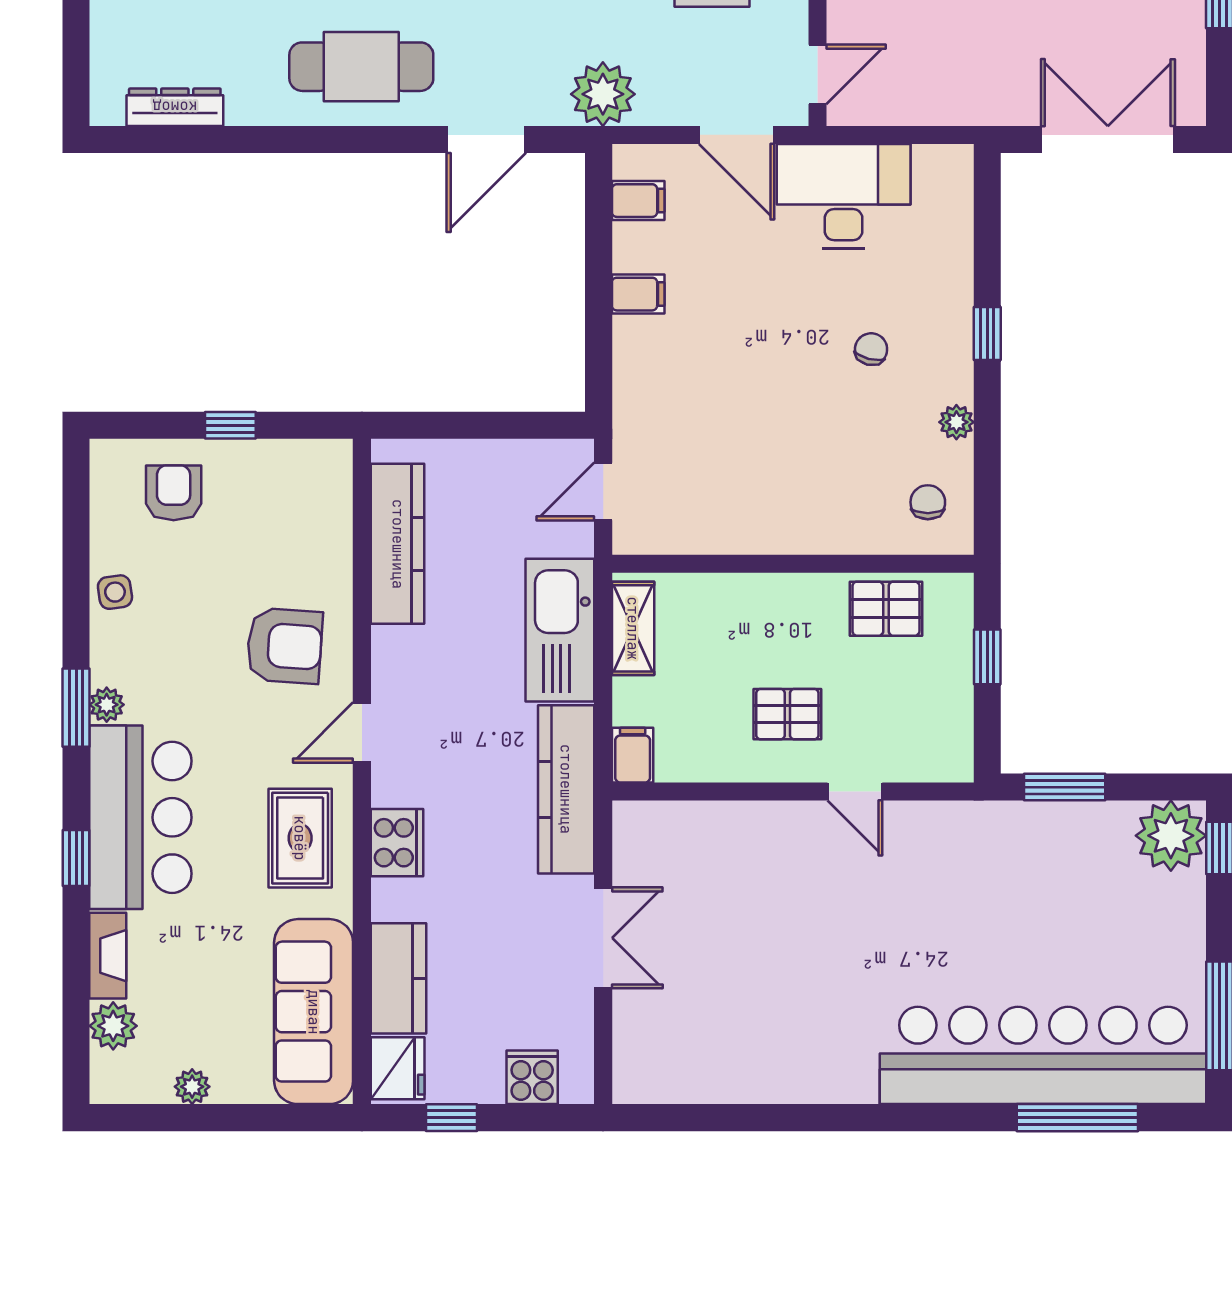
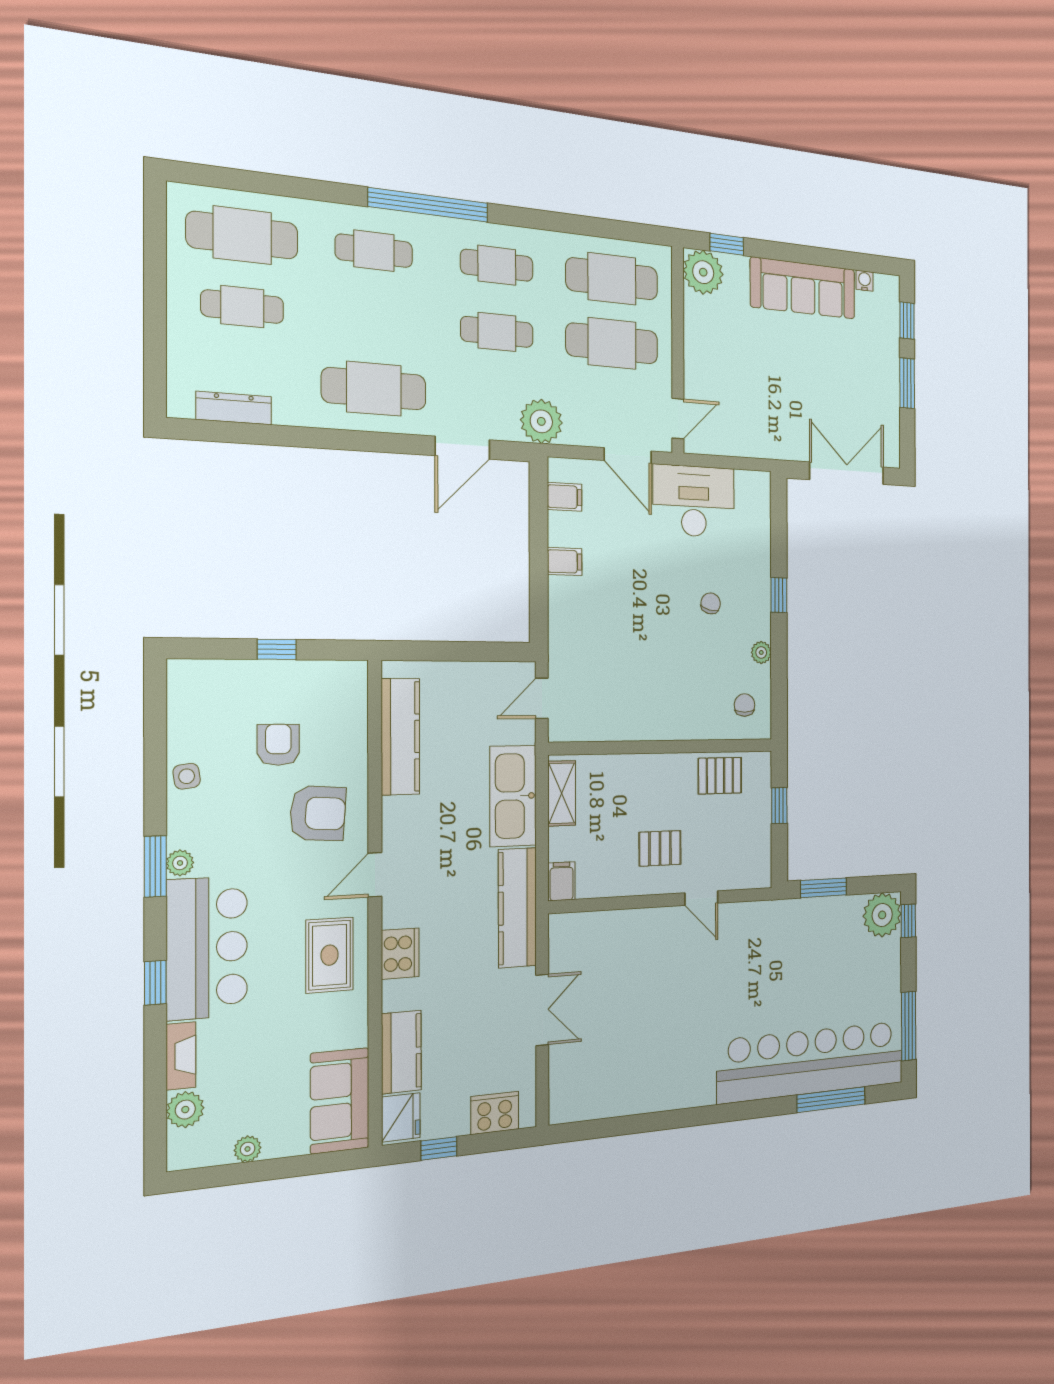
armchair: (174, 493) -> (278, 745), moved
sofa: (314, 1012) -> (340, 1101), width x0.73
cooker: (532, 1077) -> (495, 1113), width x1.36

